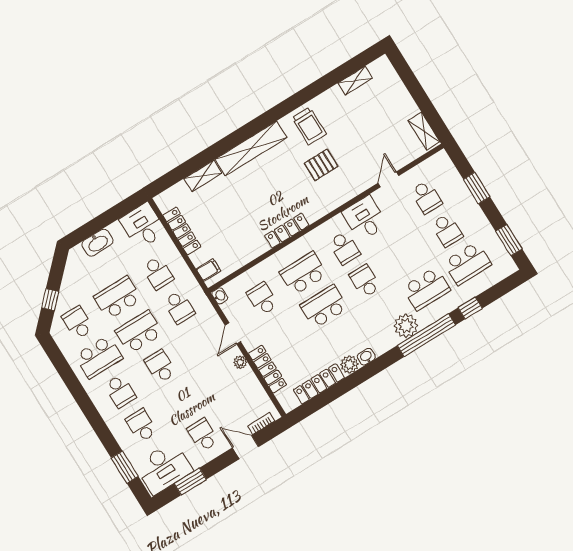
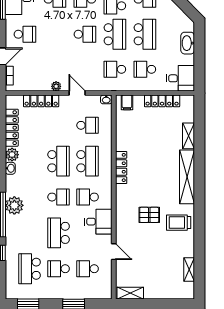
pallet: (321, 165) -> (149, 215), turned 90
school desk: (426, 289) -> (59, 233), moved

